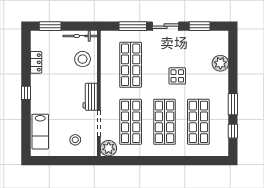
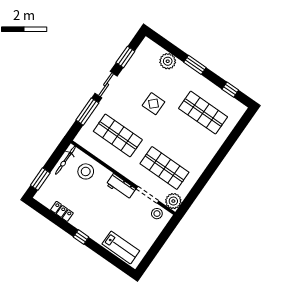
window: (233, 104) -> (195, 65), moved
shop shelf: (165, 122) -> (184, 140), removed
stool: (75, 140) -> (157, 214), moved

